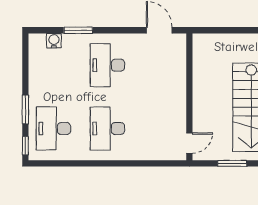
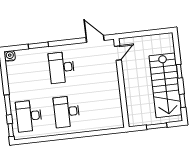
water cooler: (54, 41) -> (10, 56), moved
door: (189, 143) -> (118, 53), moved

